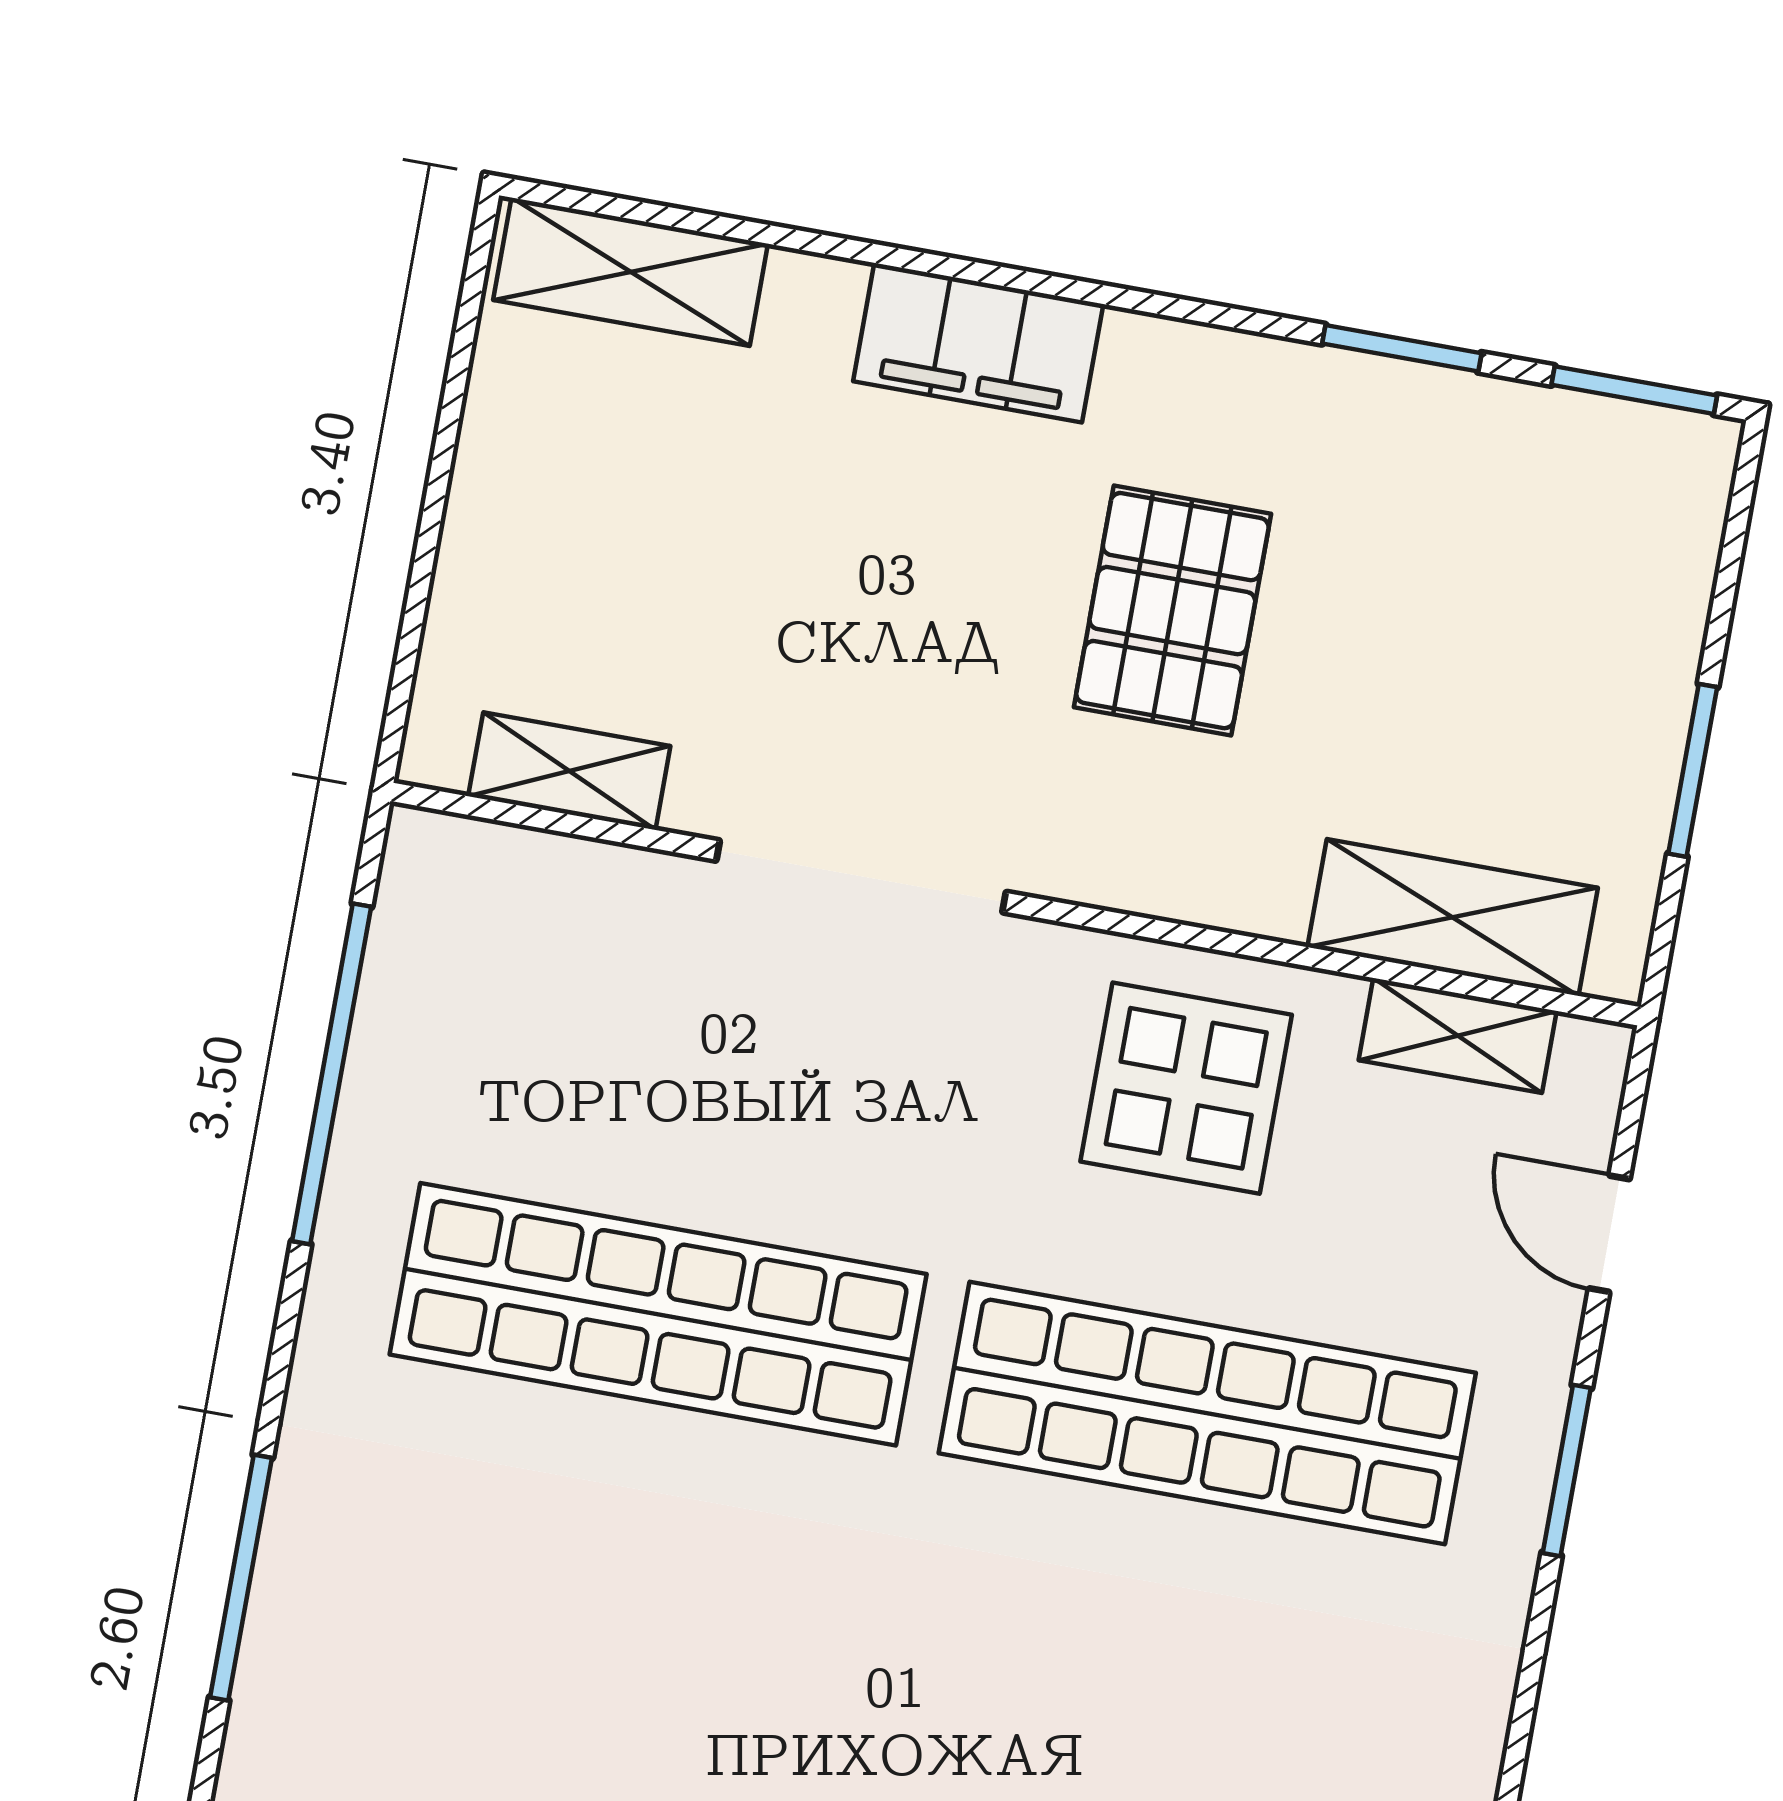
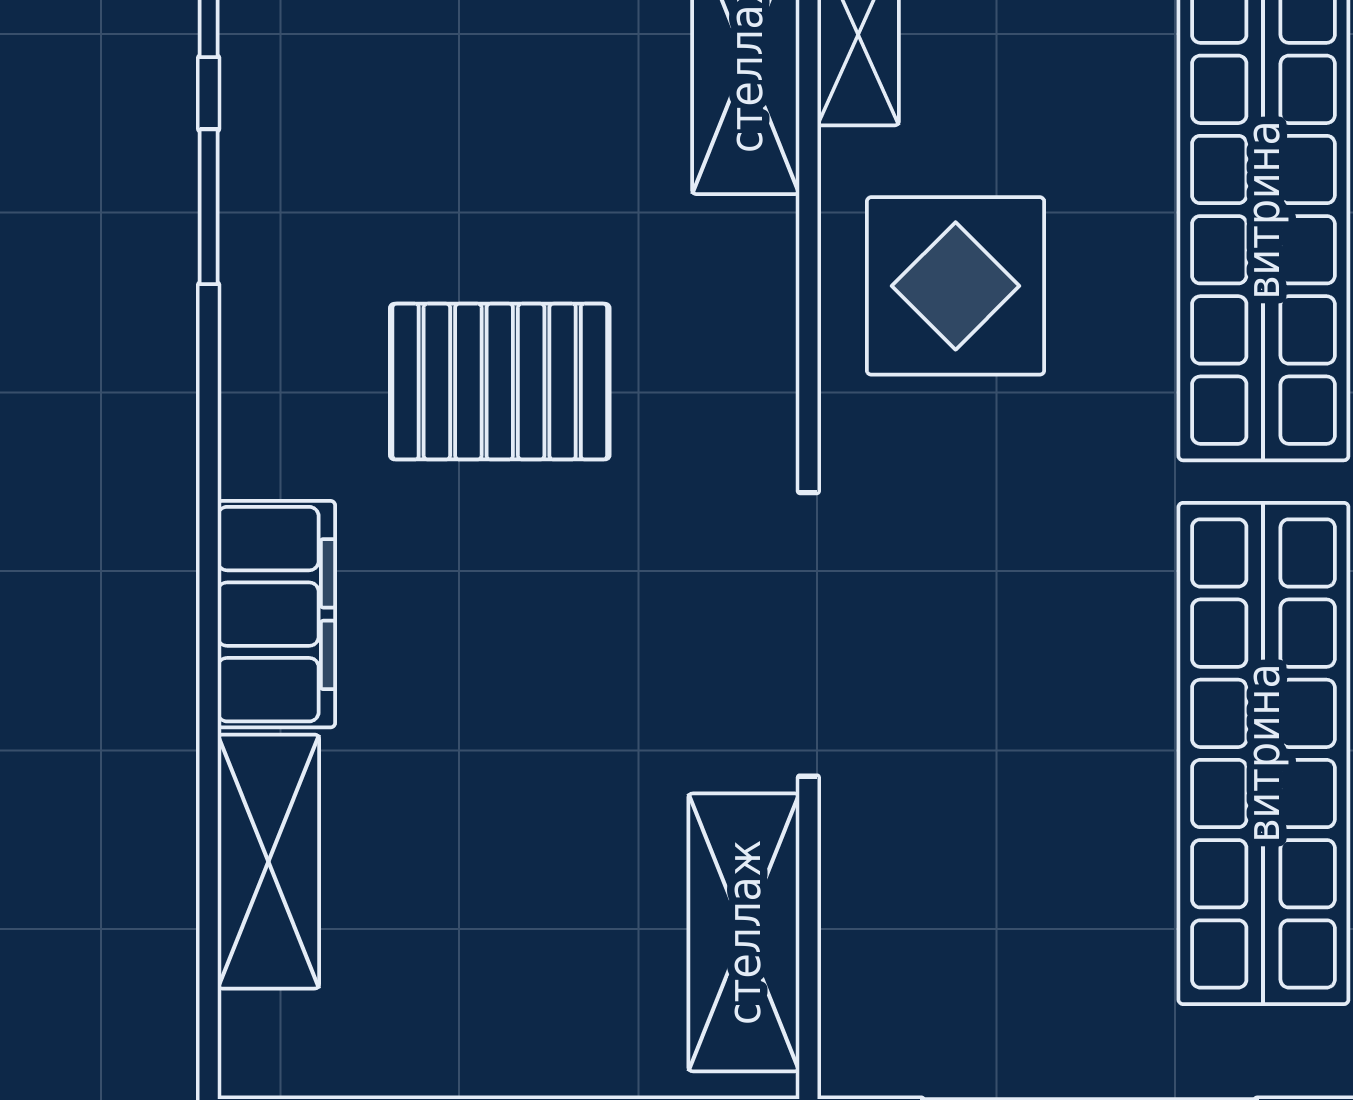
shelving: (631, 272) -> (268, 862), moved
shelving: (569, 771) -> (744, 932), width x1.50, depth x1.33

